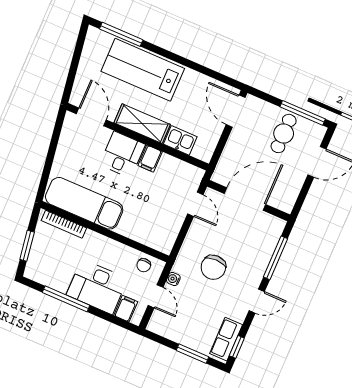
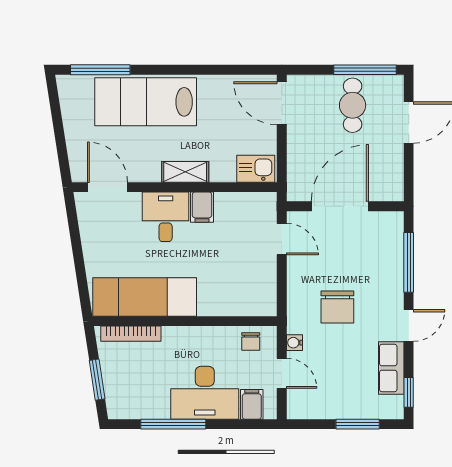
shelving: (142, 124) -> (185, 172), width x0.67, depth x0.75
kitchen sink: (180, 140) -> (256, 169), moved
row of seats: (226, 339) -> (391, 368), moved

